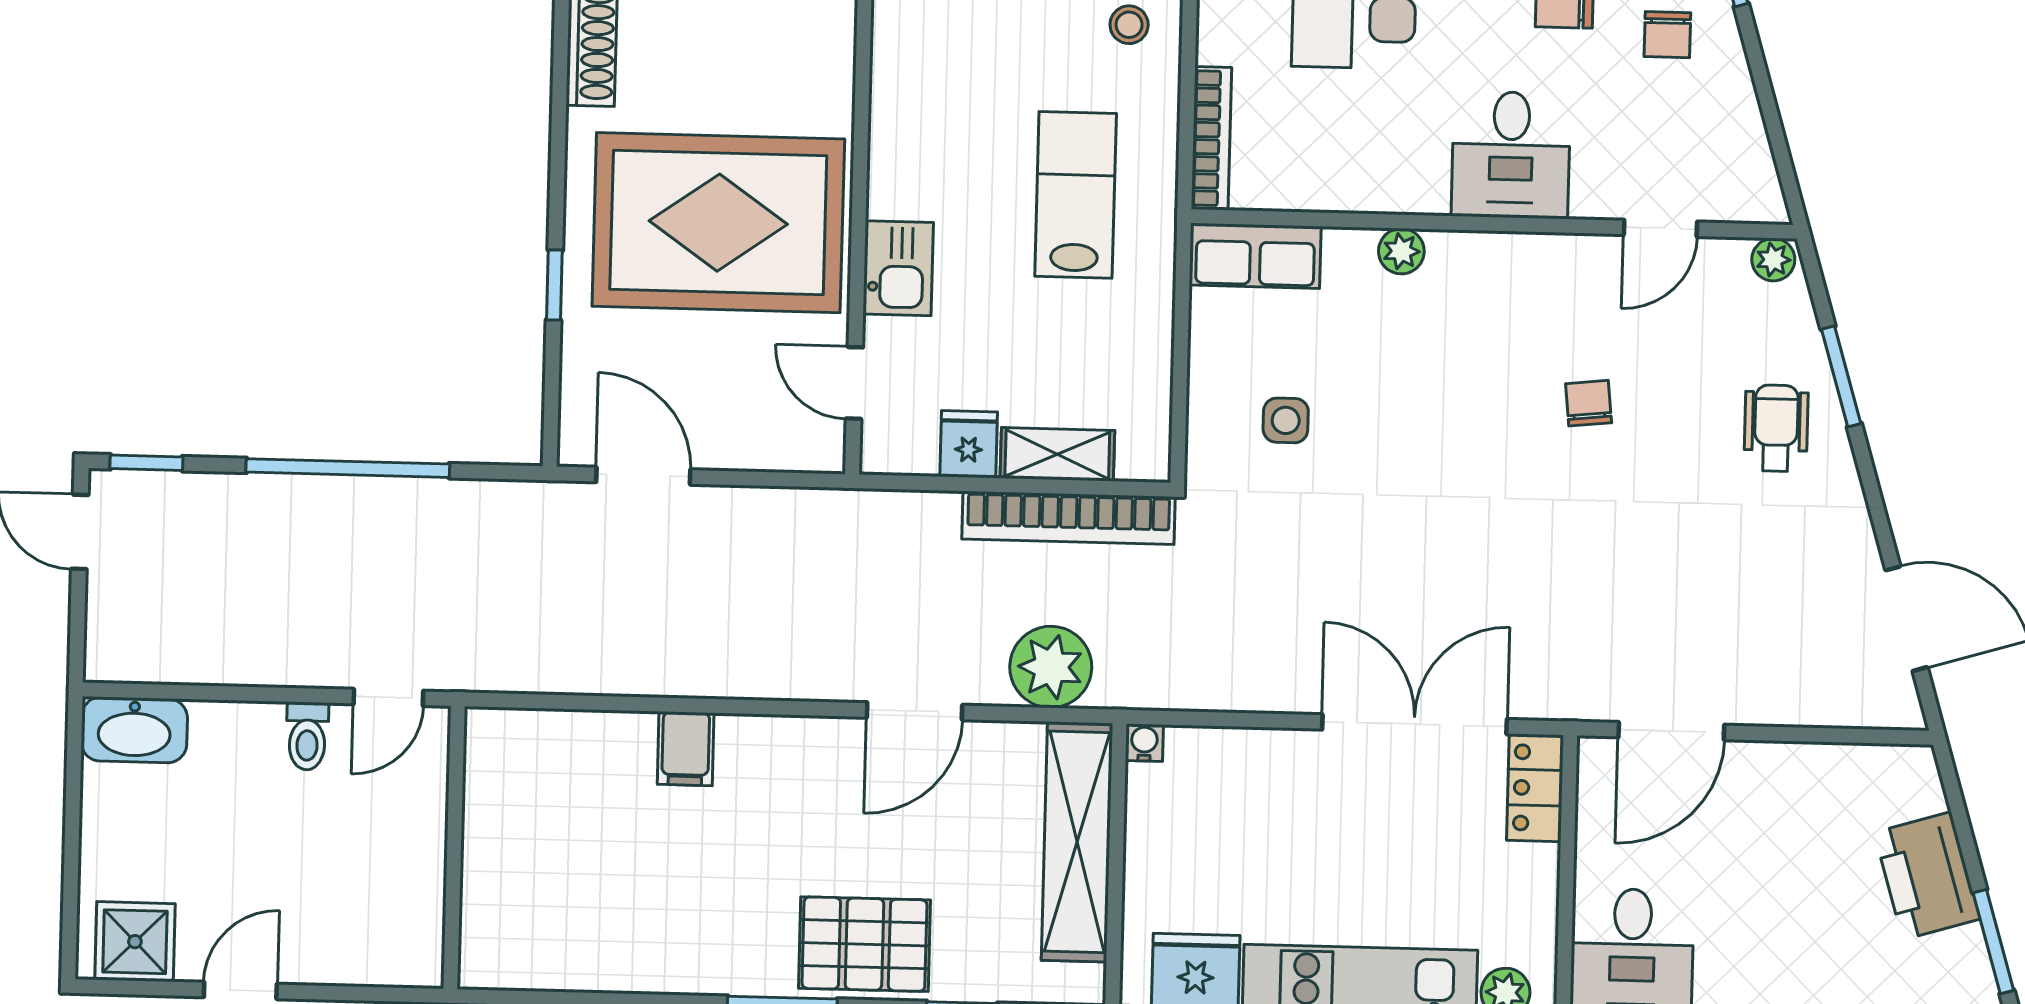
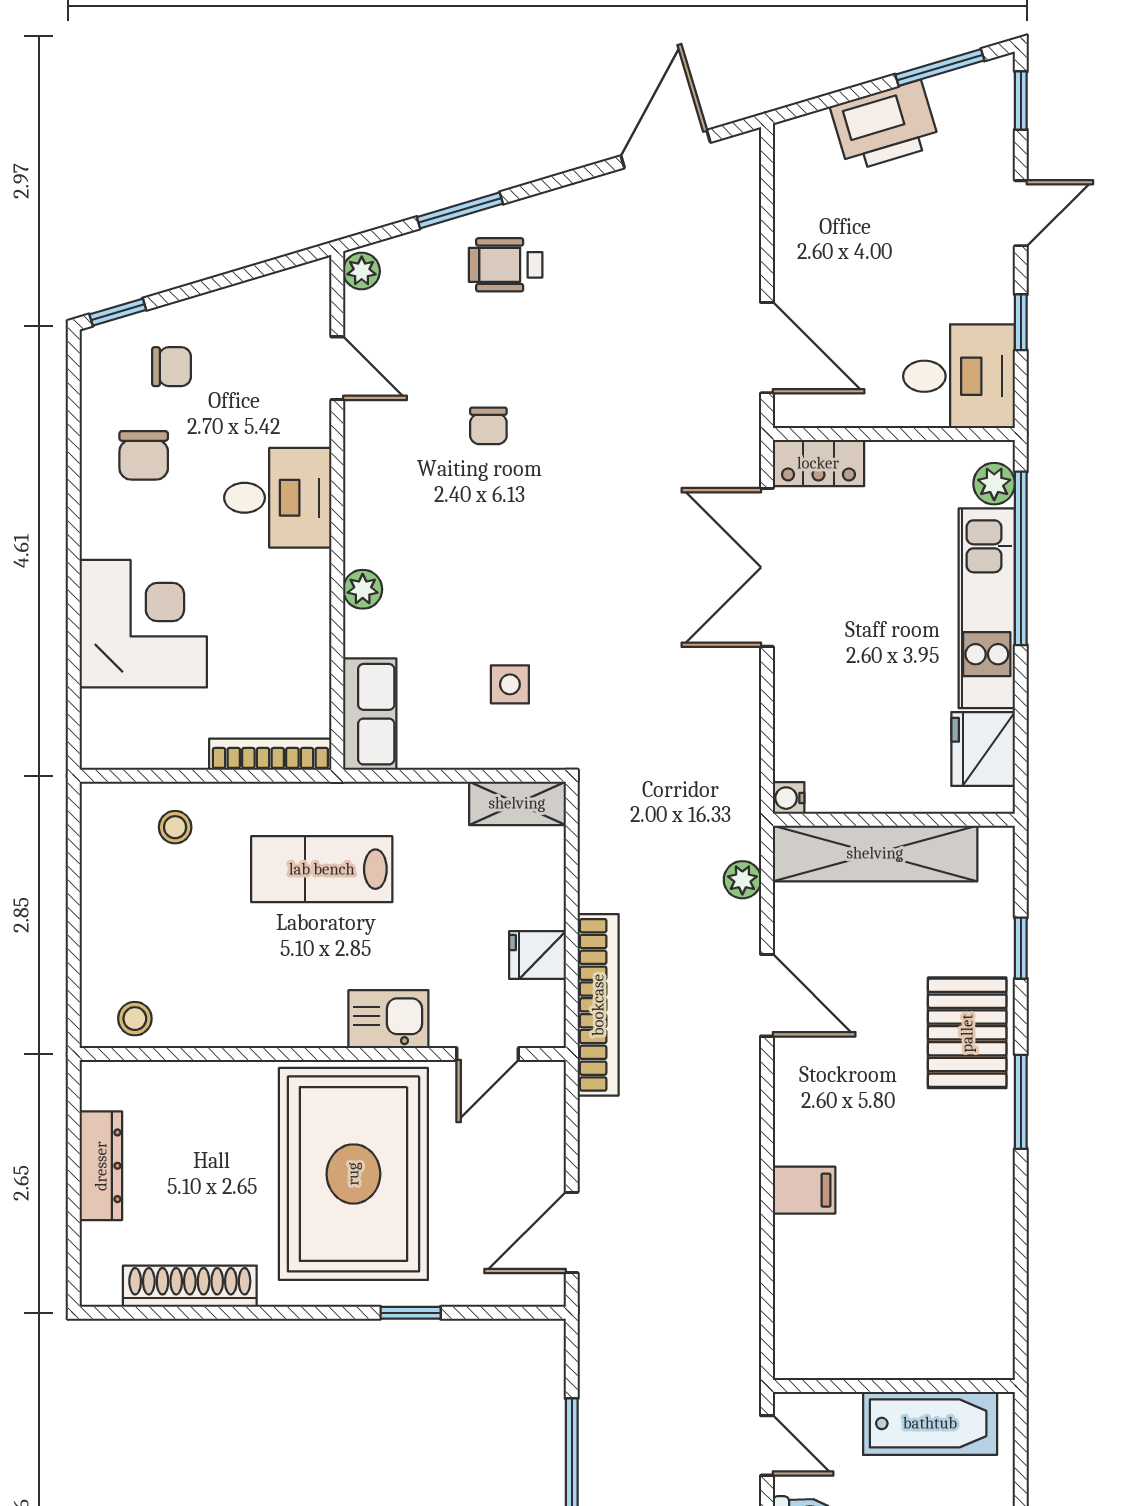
chair: (1589, 403) -> (488, 426), turned -84
shelving: (1057, 454) -> (517, 803), moved, turned 90
bookcase: (1069, 518) -> (598, 1005), moved
plant: (1051, 667) -> (742, 880), width x0.53, depth x0.53
bathtub: (409, 889) -> (930, 1423), added

